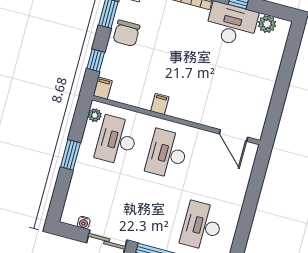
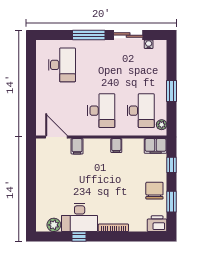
filing cabinet: (103, 88) -> (156, 146), width x2.00
filing cabinet: (210, 117) -> (77, 146), added

